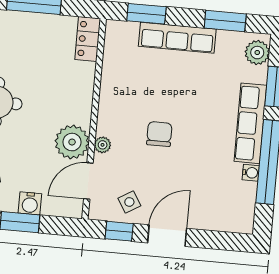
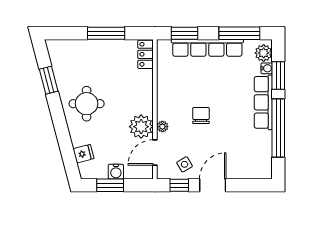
window: (225, 21) -> (239, 33), width x1.44
row of seats: (177, 38) -> (207, 48), width x1.36
water cooler: (251, 173) -> (267, 68), moved

